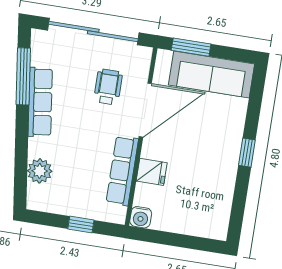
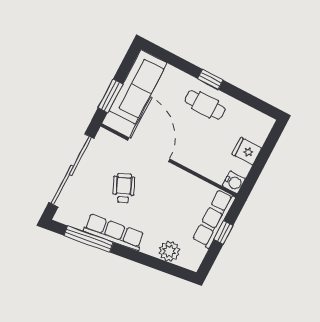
wheelchair: (108, 87) -> (124, 188), moved, turned 66
cafe table: (217, 156) -> (205, 105), added
row of seats: (122, 171) -> (214, 219), moved, turned 90
fridge: (152, 172) -> (247, 151), moved, turned -90

